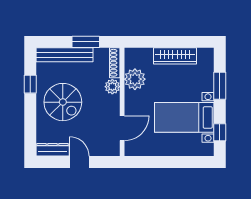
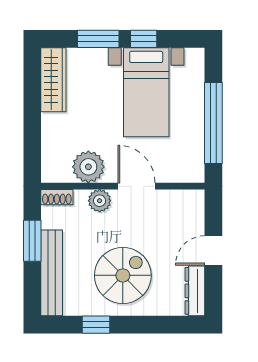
wardrobe: (175, 56) -> (53, 80), moved
shoe rack: (115, 63) -> (57, 197), width x0.70
door: (122, 128) -> (137, 186), moved
window: (220, 132) -> (144, 39), moved
window: (164, 162) -> (213, 123), added

